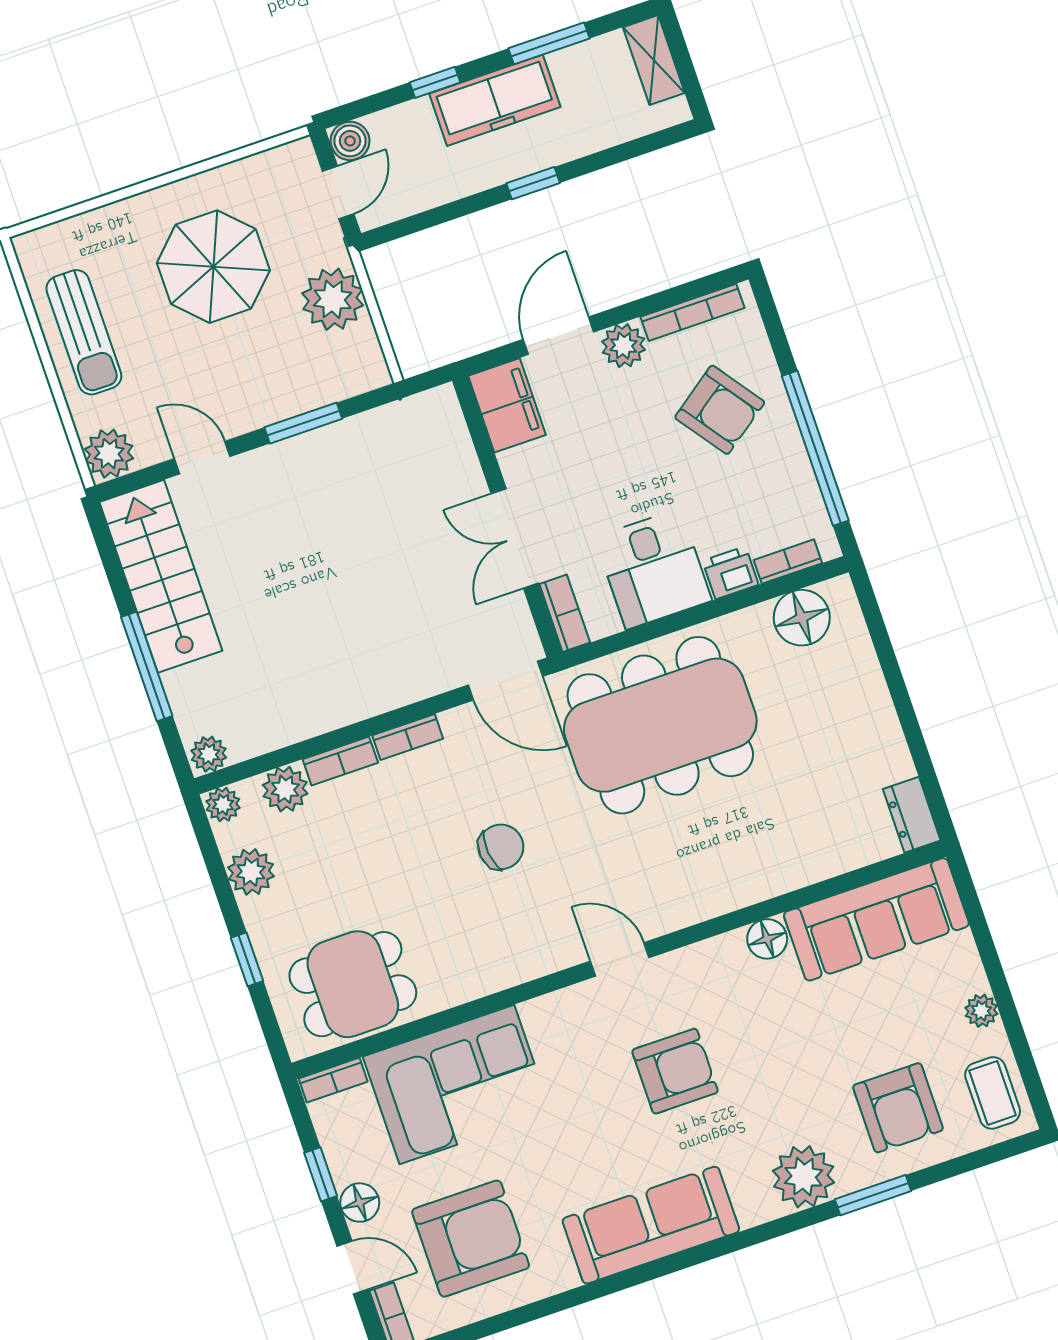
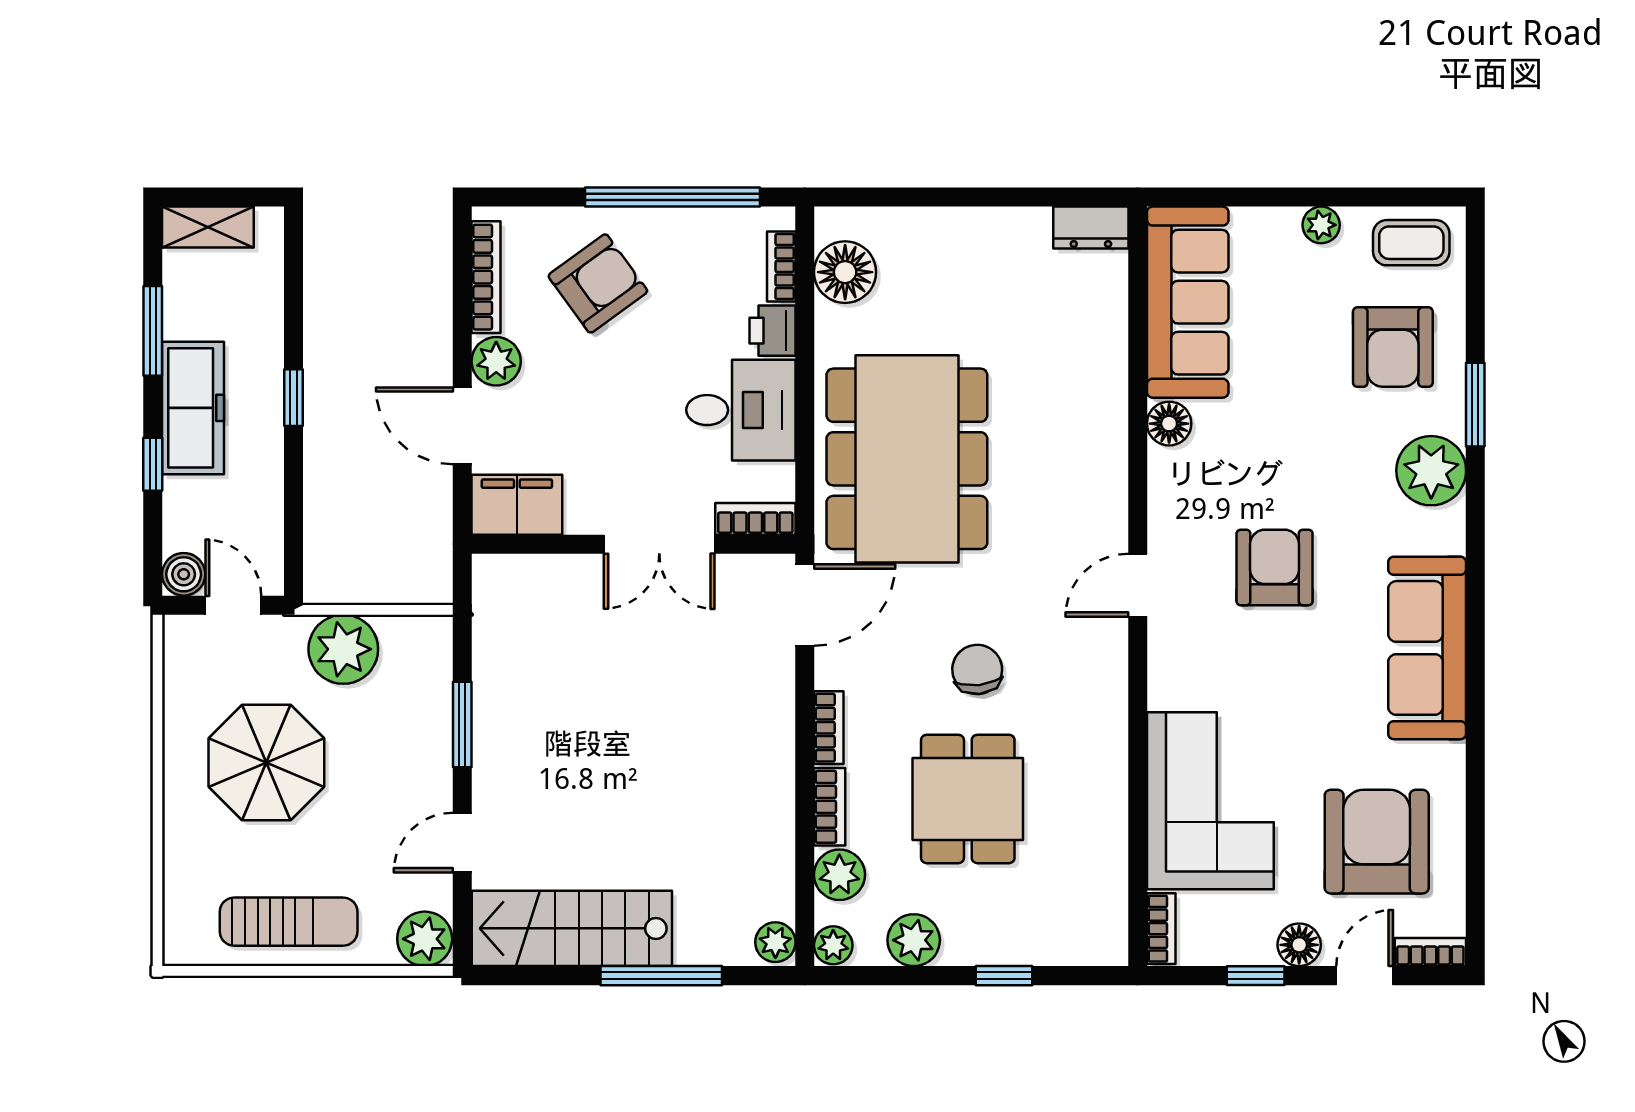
dining table: (353, 984) -> (968, 799), moved
armchair: (898, 1108) -> (1393, 347), turned 90

